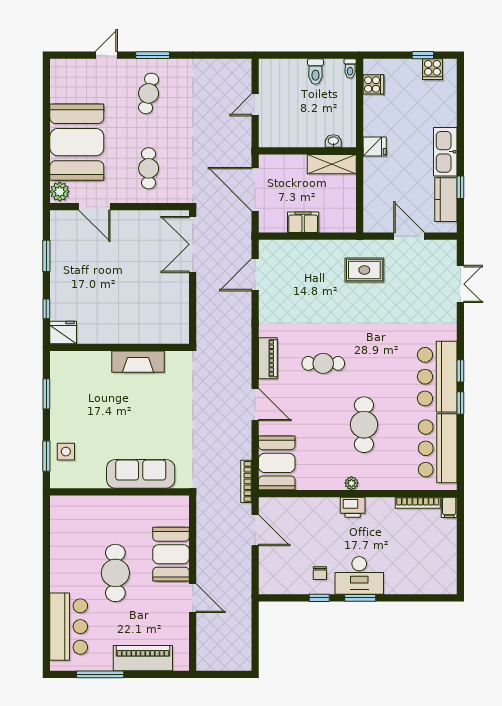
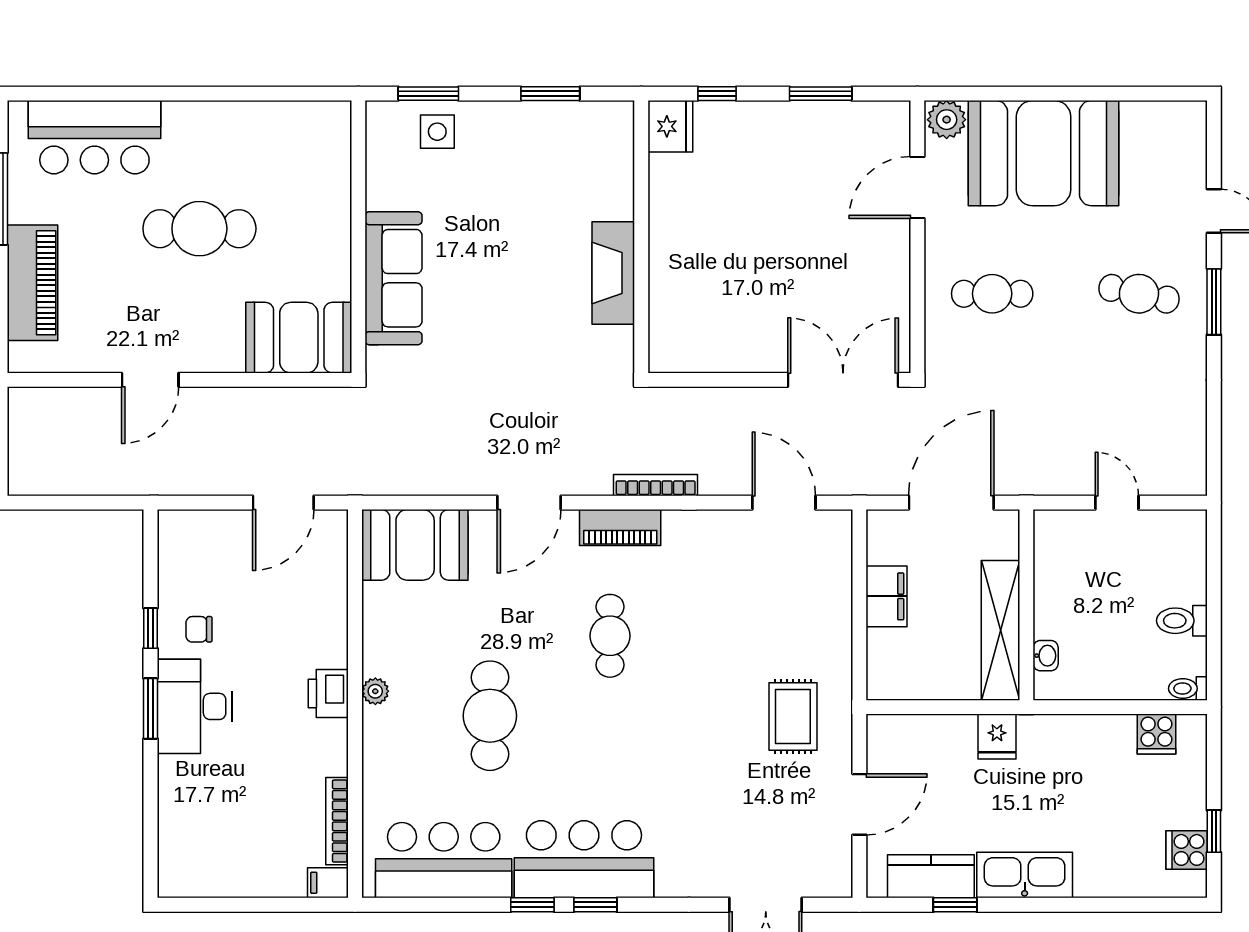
fridge: (375, 146) -> (997, 736), moved
shelving: (332, 164) -> (1000, 630), width x1.47
cafe table: (364, 425) -> (490, 716), turned 90
bookcase: (246, 481) -> (656, 485), moved
booth: (171, 554) -> (299, 338), moved

